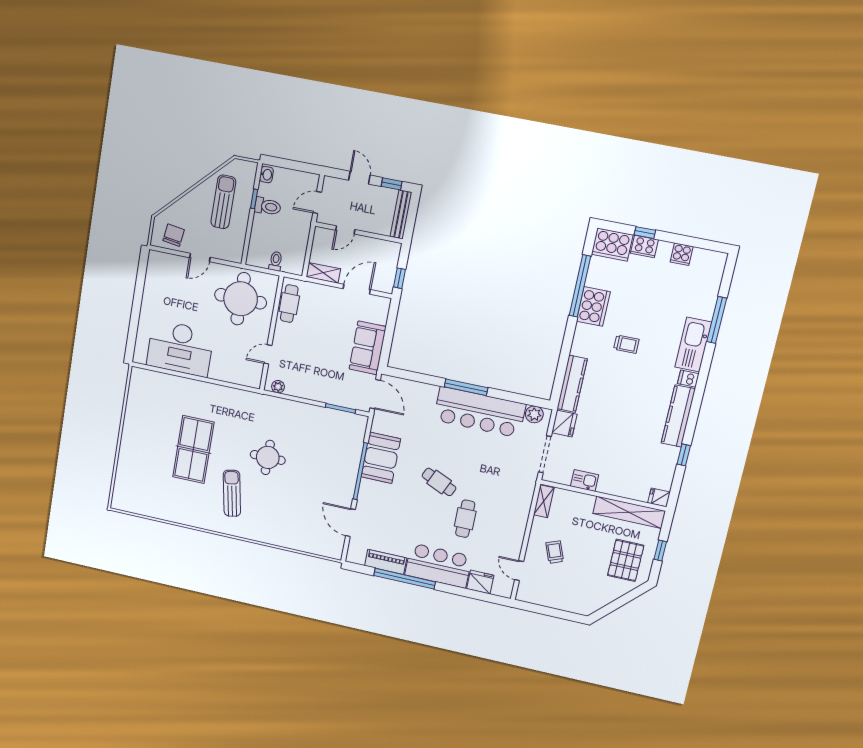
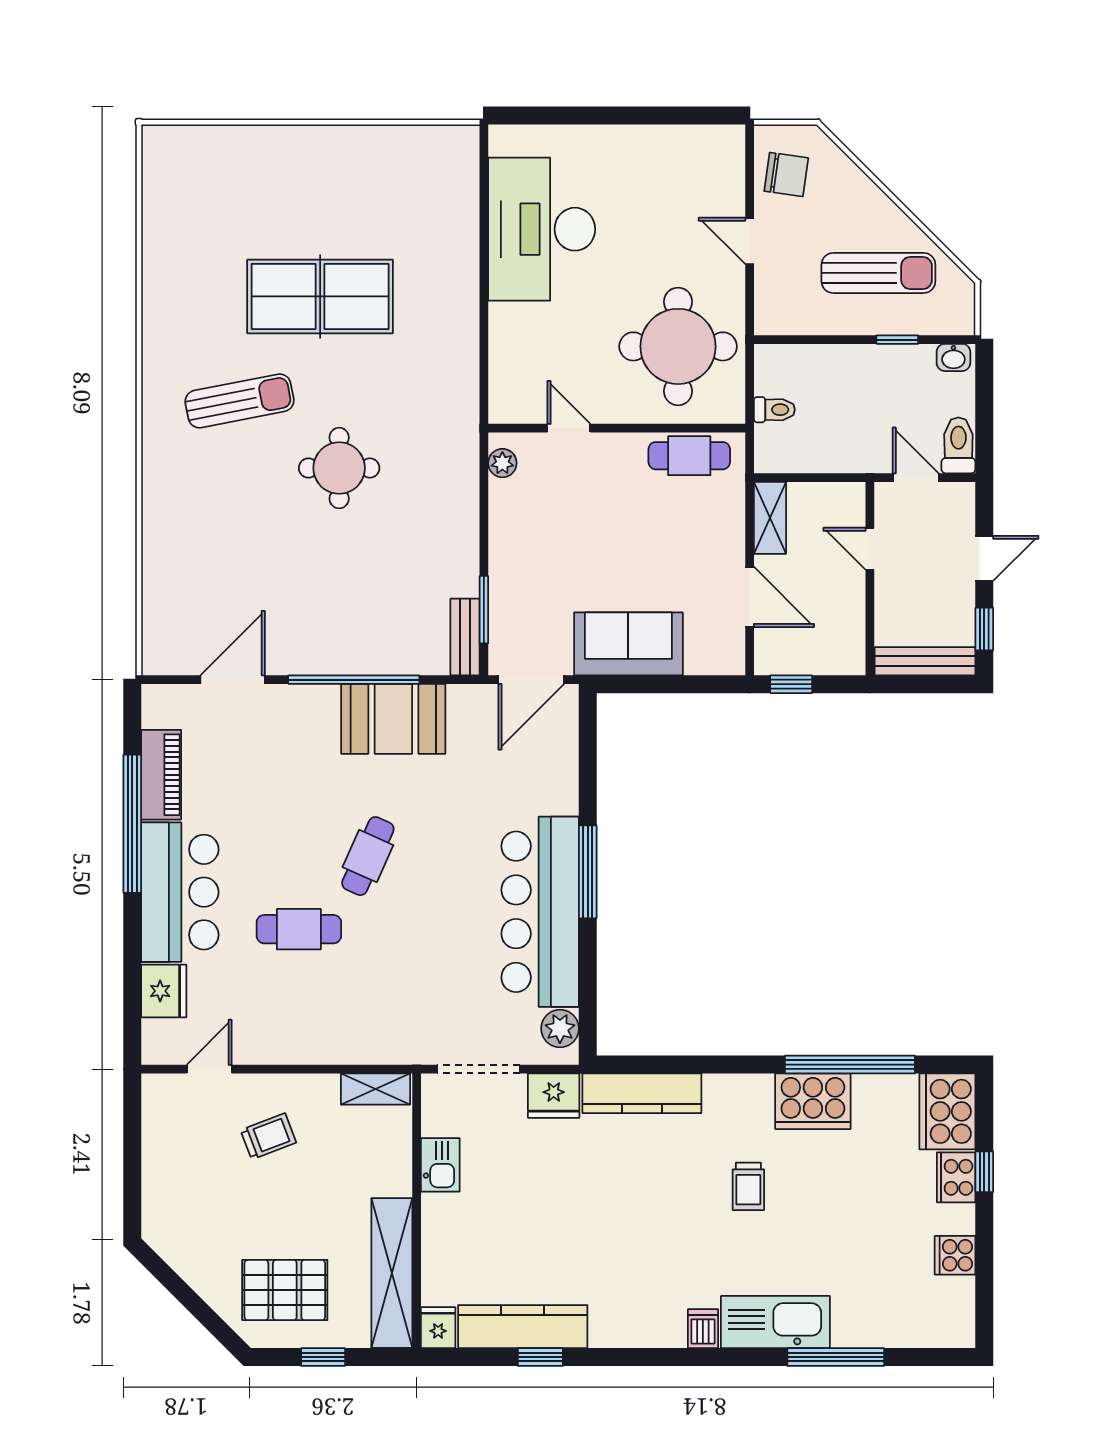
toilet: (268, 206) -> (958, 445), moved, turned 180
kitchen counter: (678, 416) -> (523, 1327), moved
bench: (351, 419) -> (465, 637), added

